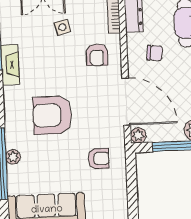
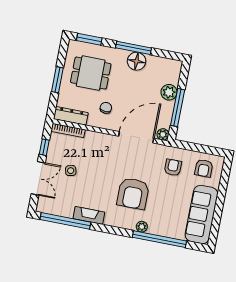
armchair: (97, 55) -> (204, 168), moved, turned 89
plant: (13, 157) -> (142, 227), moved

